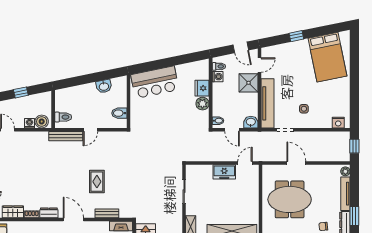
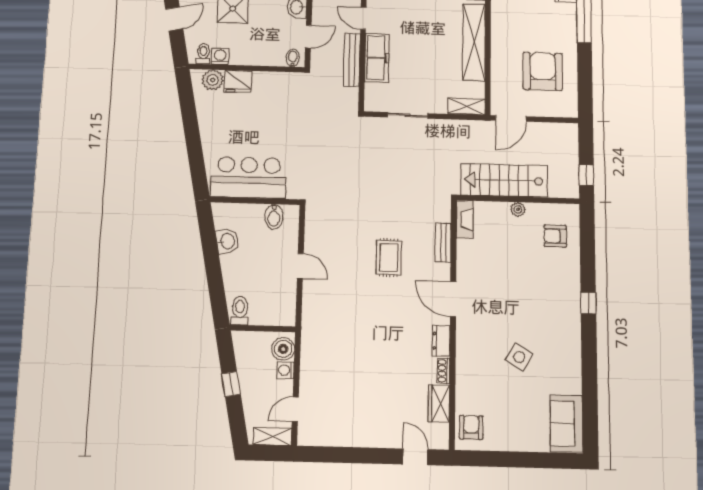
bar counter: (155, 82) -> (249, 178), moved, turned -78
plant: (202, 104) -> (213, 80), moved
toilet: (63, 117) -> (240, 311), moved
bench: (66, 136) -> (352, 60), moved
freezer: (224, 172) -> (377, 58), width x1.40
rug: (97, 182) -> (389, 258), turned 90
door: (73, 220) -> (453, 299), hinge flipped

